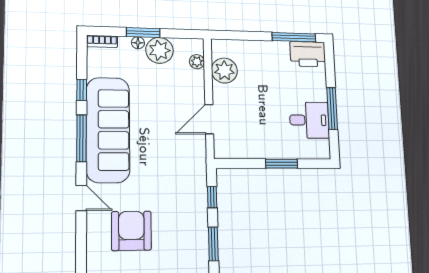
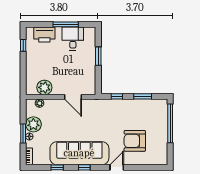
window: (294, 37) -> (23, 45), width x0.46
printer: (308, 54) -> (44, 35), moved, turned 90
window: (81, 138) -> (84, 167), width x0.46

